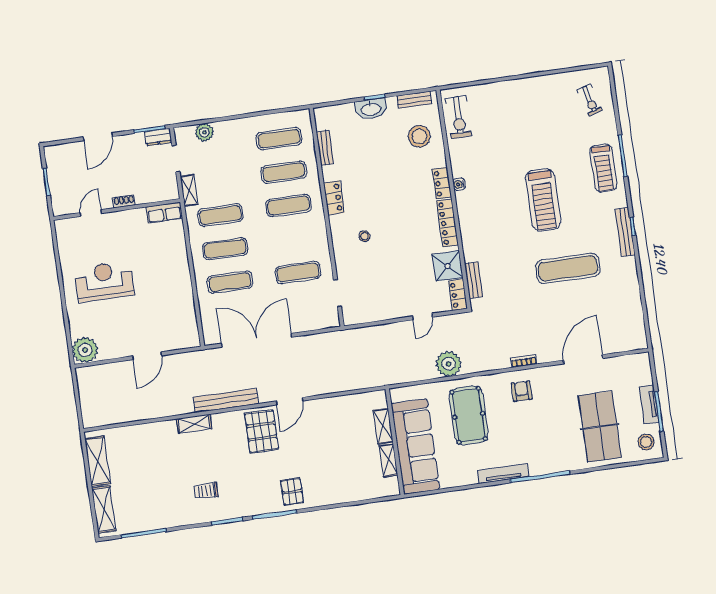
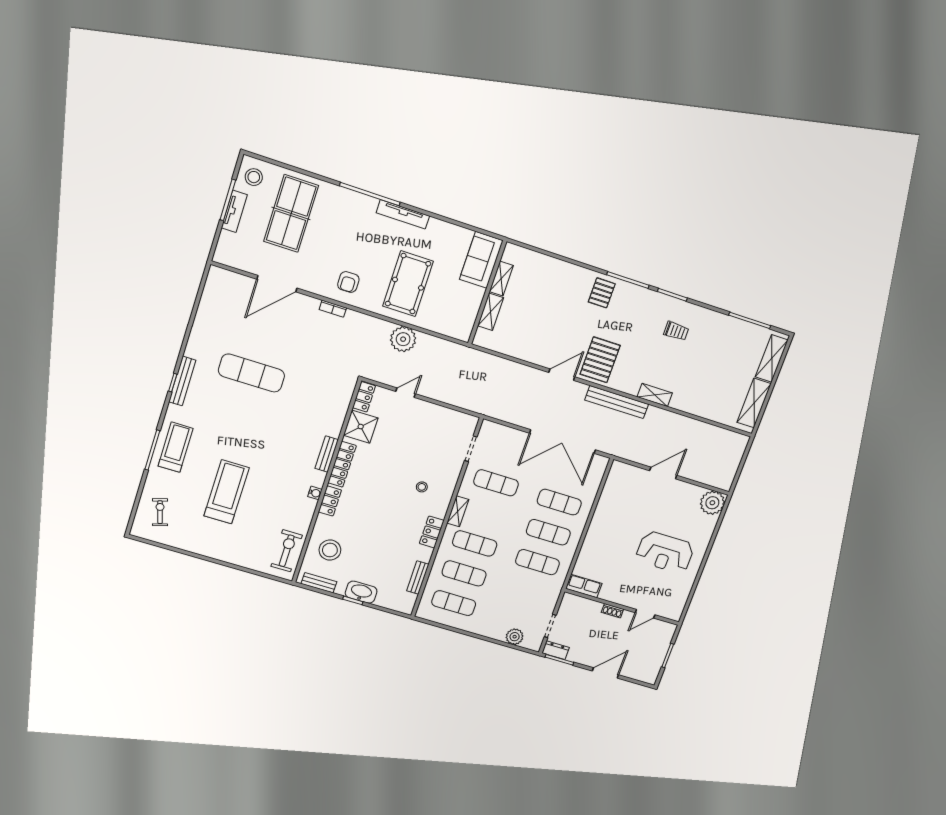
shelving: (189, 190) -> (458, 511), moved
treadmill: (543, 200) -> (227, 492), moved
bench: (474, 280) -> (327, 454), moved
sofa: (415, 446) -> (481, 260), width x0.54, depth x0.79

